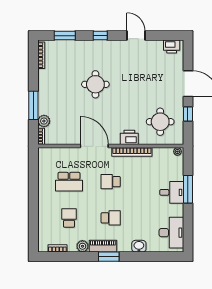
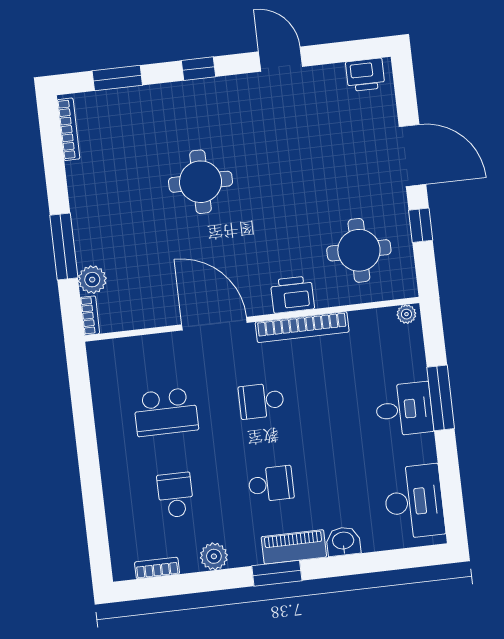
piano: (103, 246) -> (294, 547), moved

